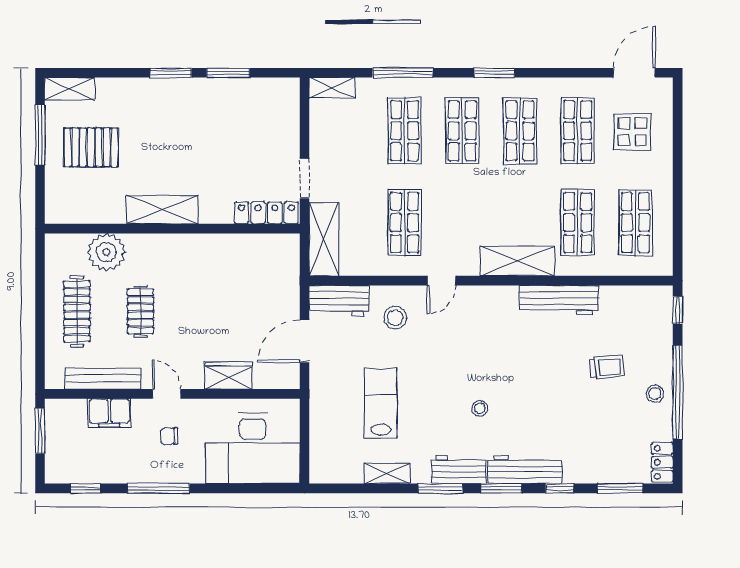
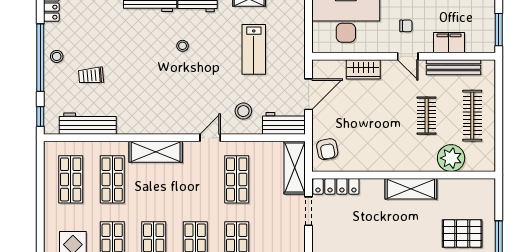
armchair: (279, 265) -> (327, 149), added
workbench: (559, 300) -> (88, 124), moved

